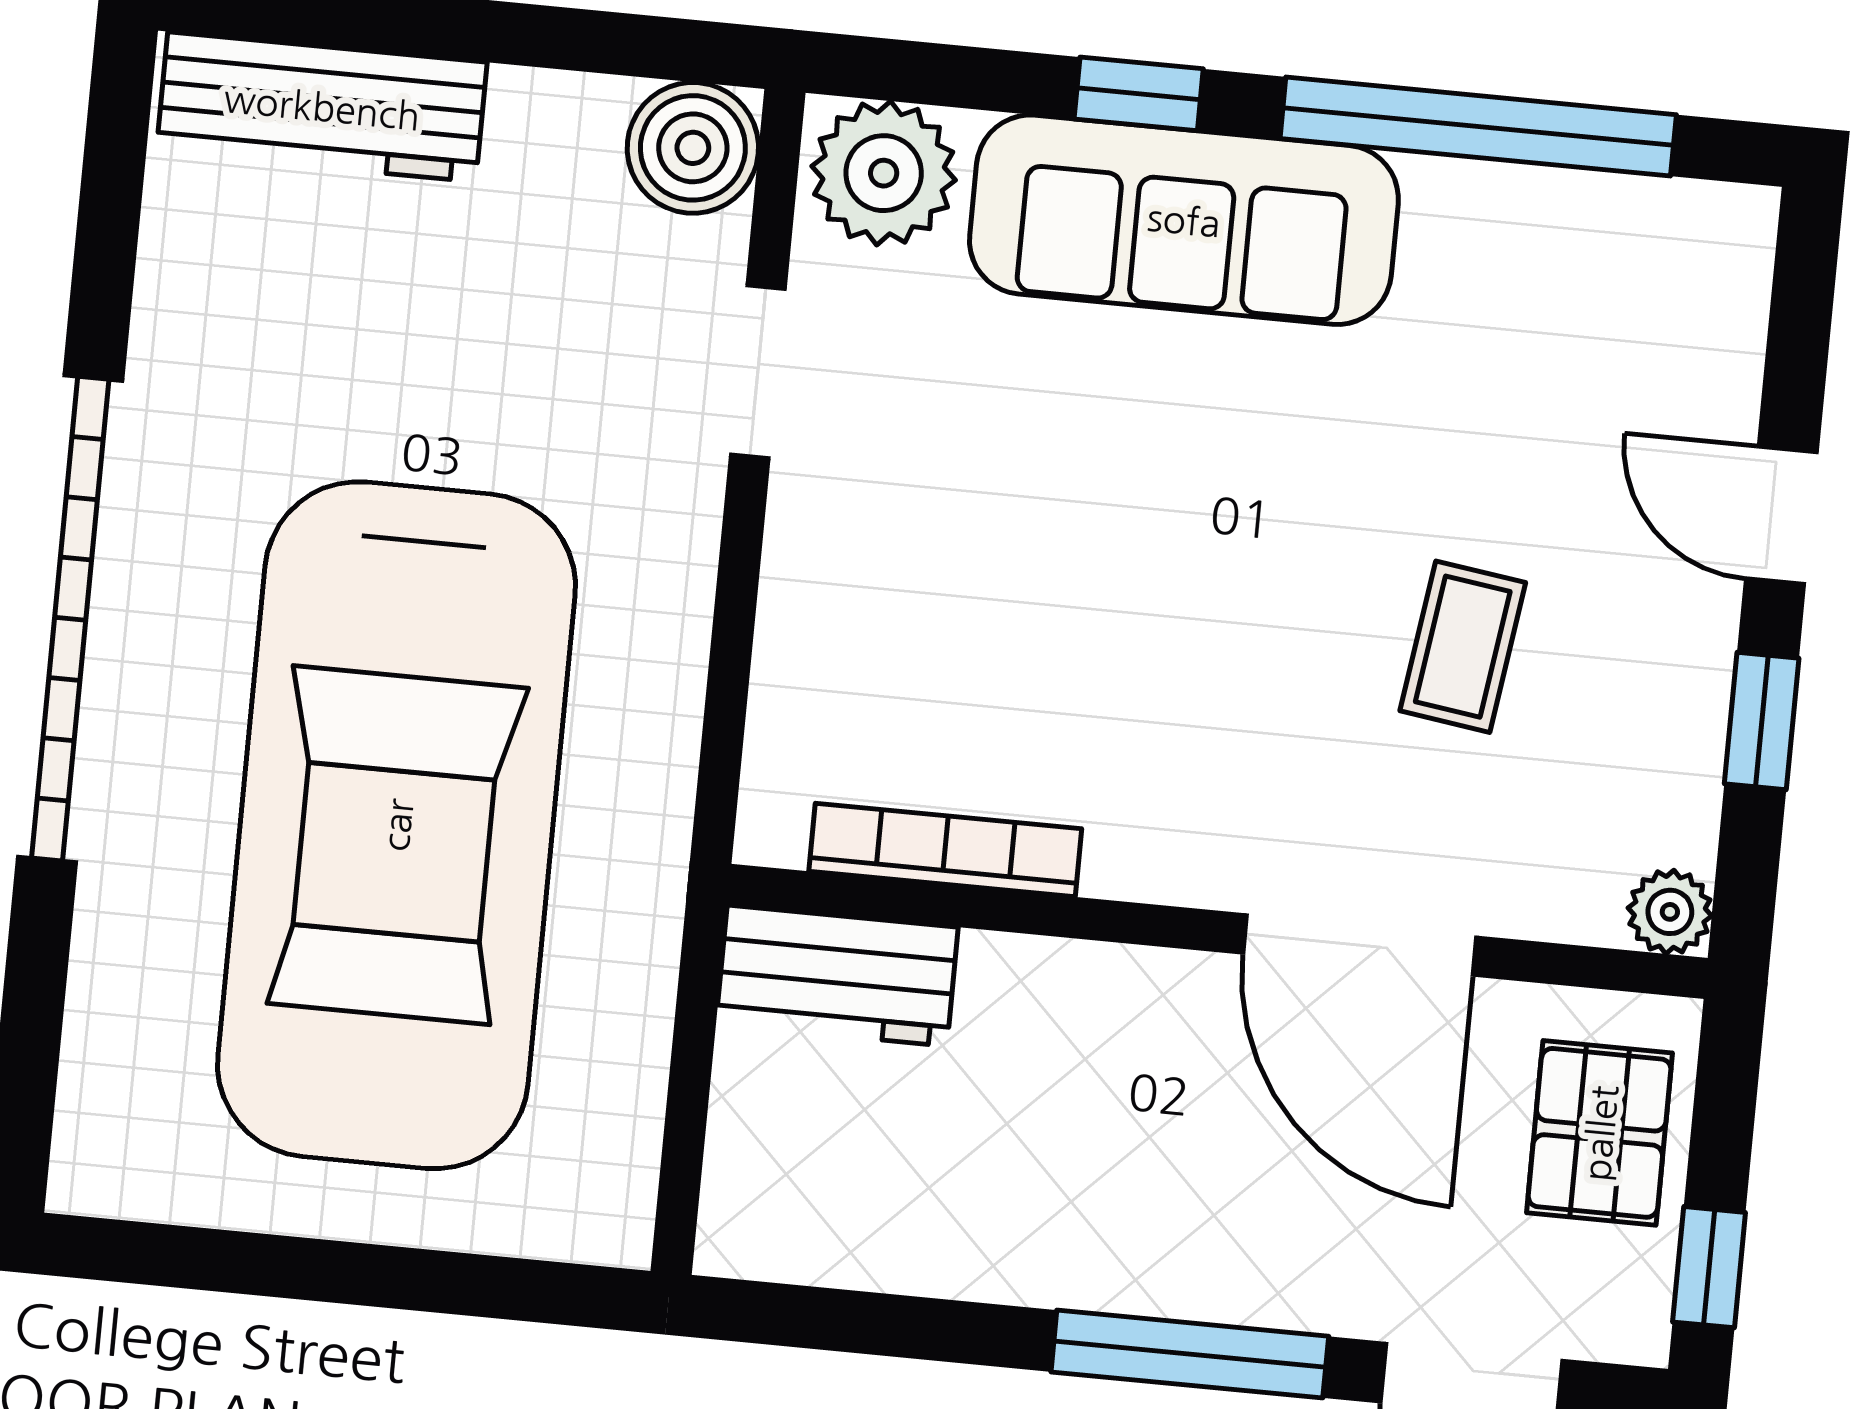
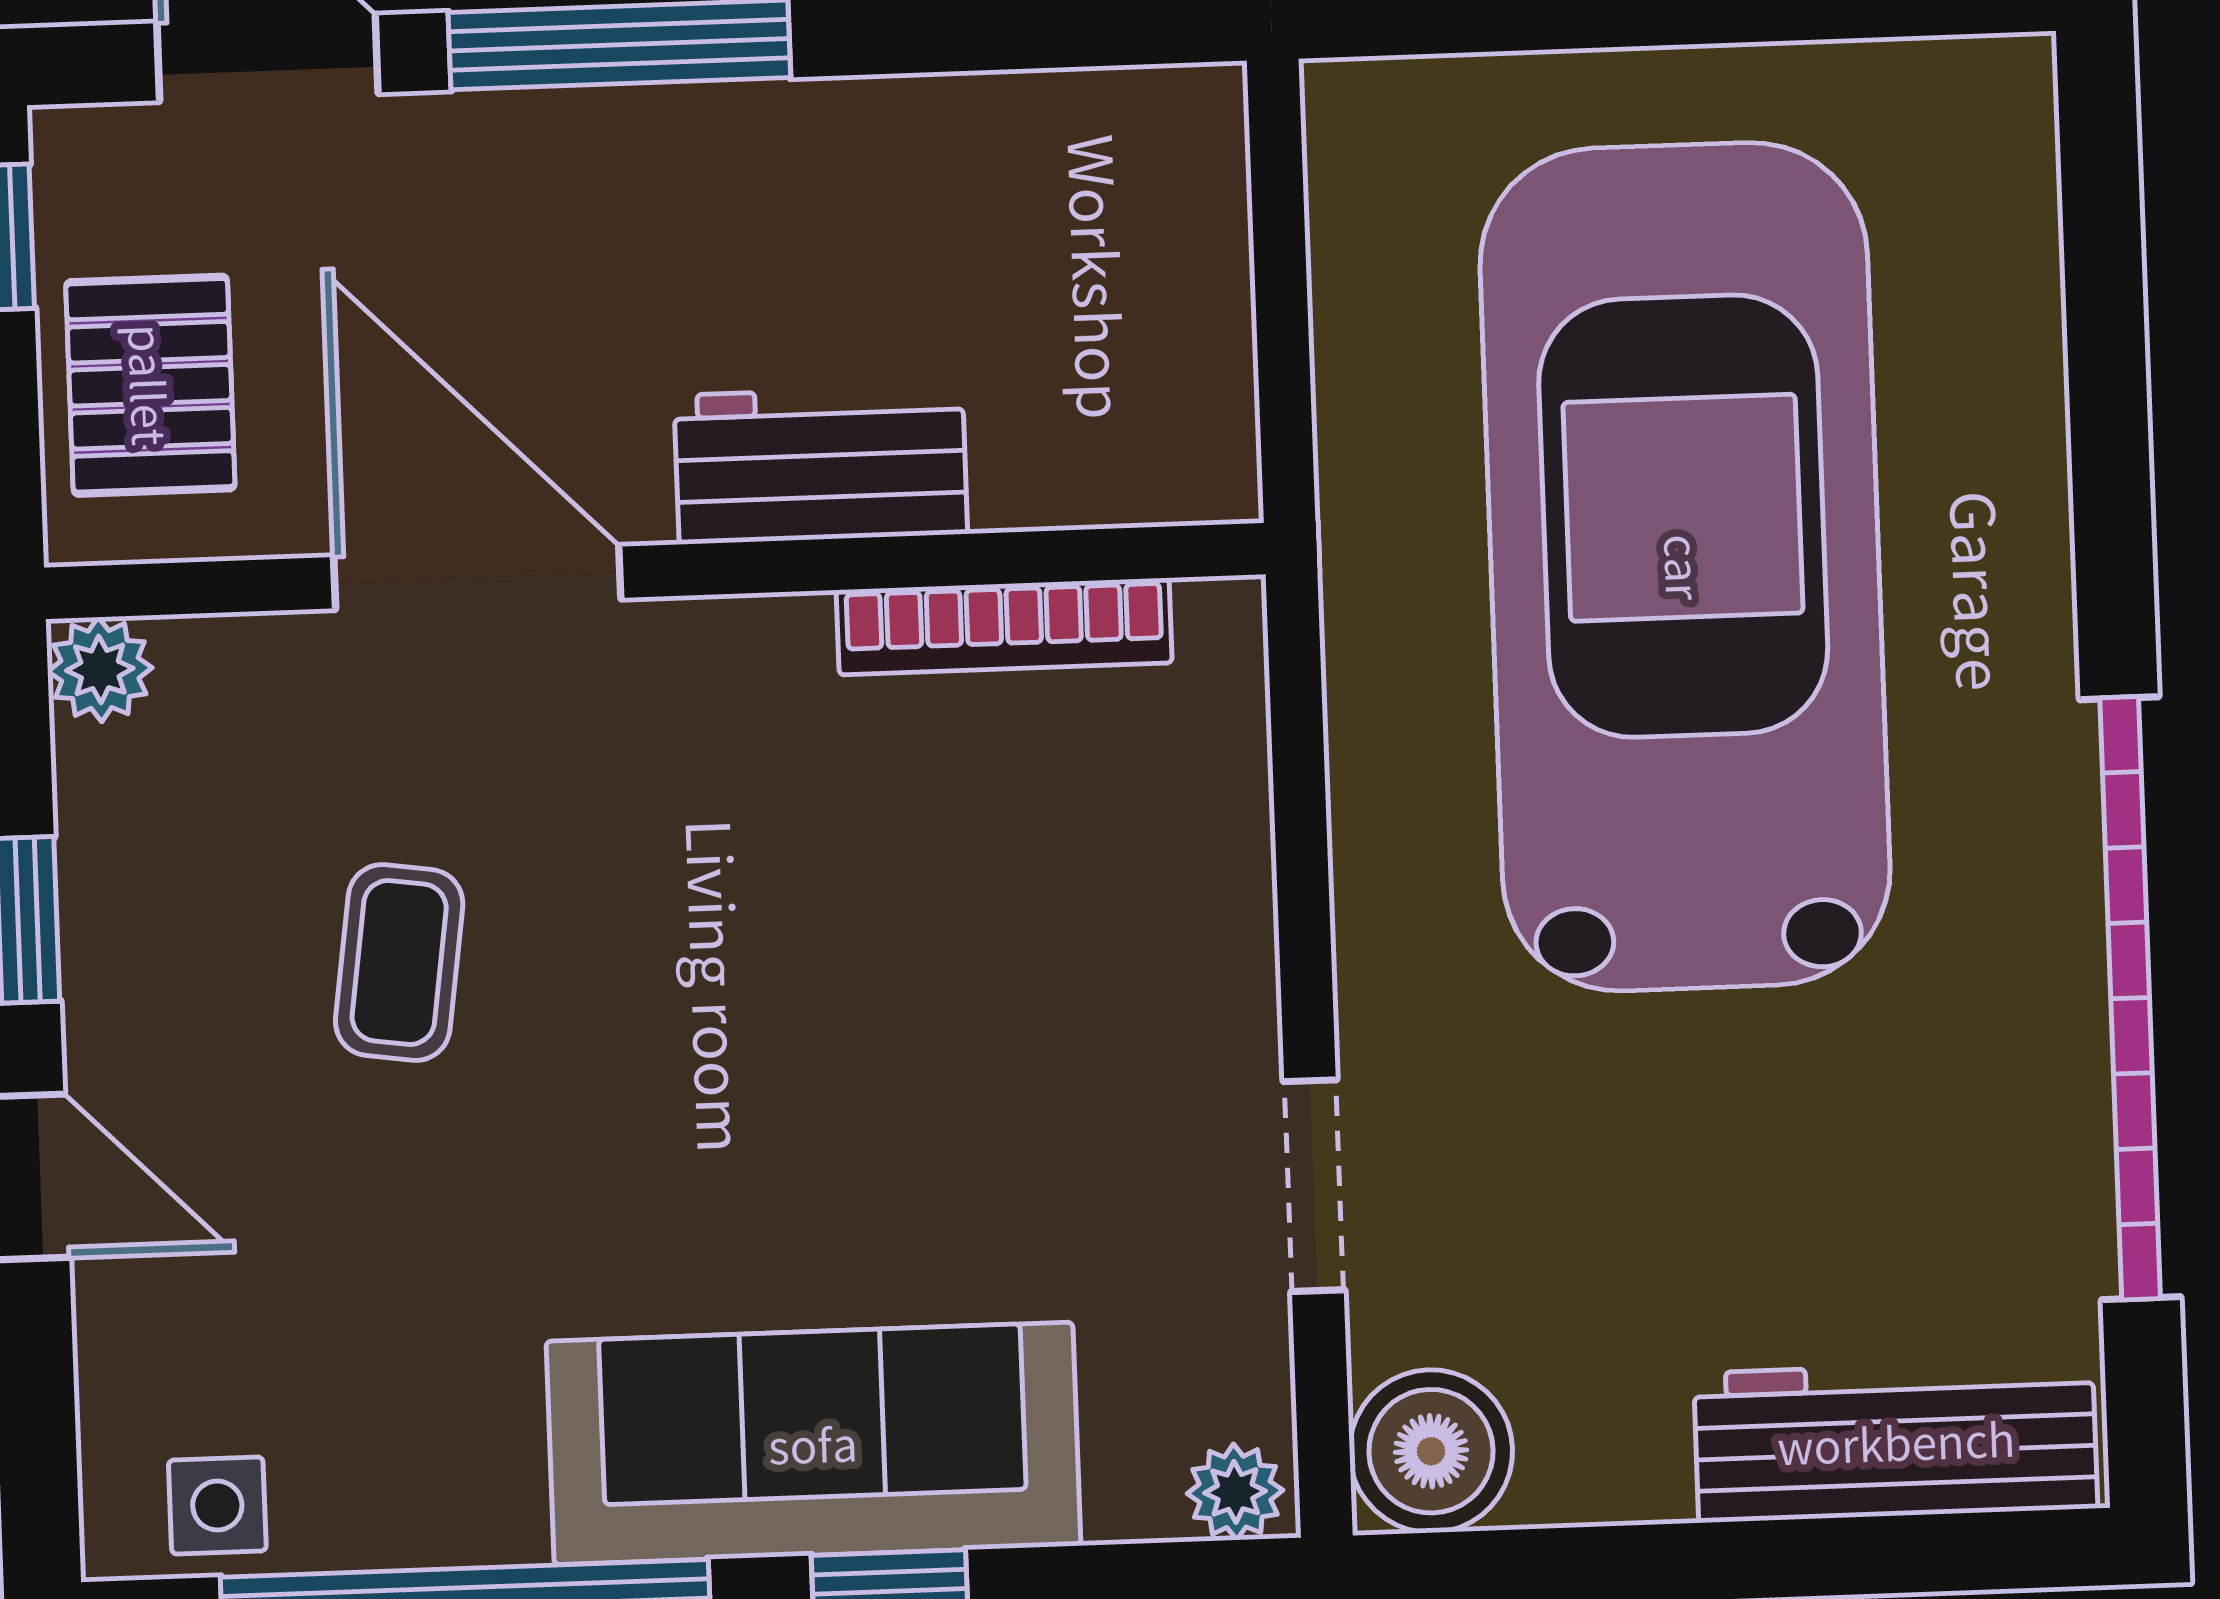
plant: (884, 173) -> (1235, 1492), width x0.53, depth x0.53
side table: (1665, 234) -> (217, 1506), added
garage door: (70, 619) -> (2130, 998), moved
workbench: (837, 976) -> (821, 465), moved

